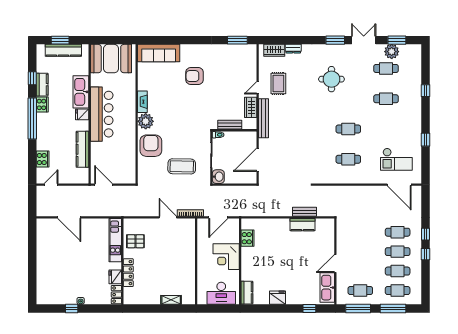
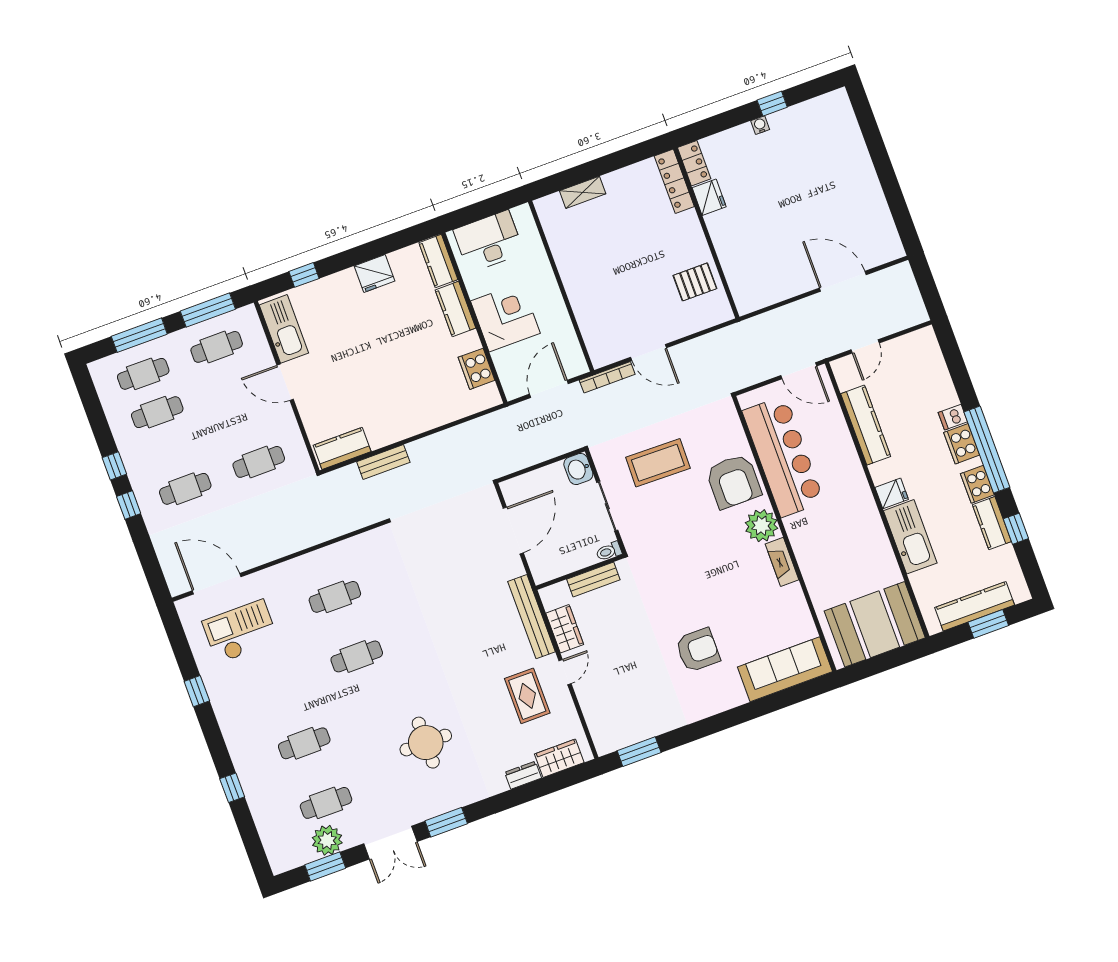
bar counter: (102, 114) -> (783, 456), moved, turned 180
dishwasher: (42, 138) -> (953, 417), added
cooker: (43, 159) -> (962, 444), moved
door: (51, 185) -> (865, 346), moved
kitchen counter: (302, 225) -> (342, 448), moved
kitchen unit: (115, 240) -> (736, 270), removed
cafe table: (398, 252) -> (259, 462), moved
door: (335, 264) -> (285, 382), swing flipped
kitchen counter: (247, 268) -> (455, 309), added
locker: (128, 273) -> (674, 181), moved

